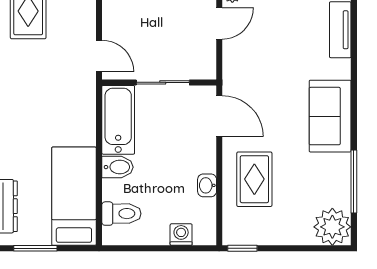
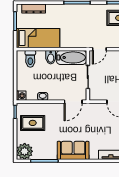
rug: (254, 179) -> (33, 123), moved
washing machine: (181, 235) -> (21, 96), moved

